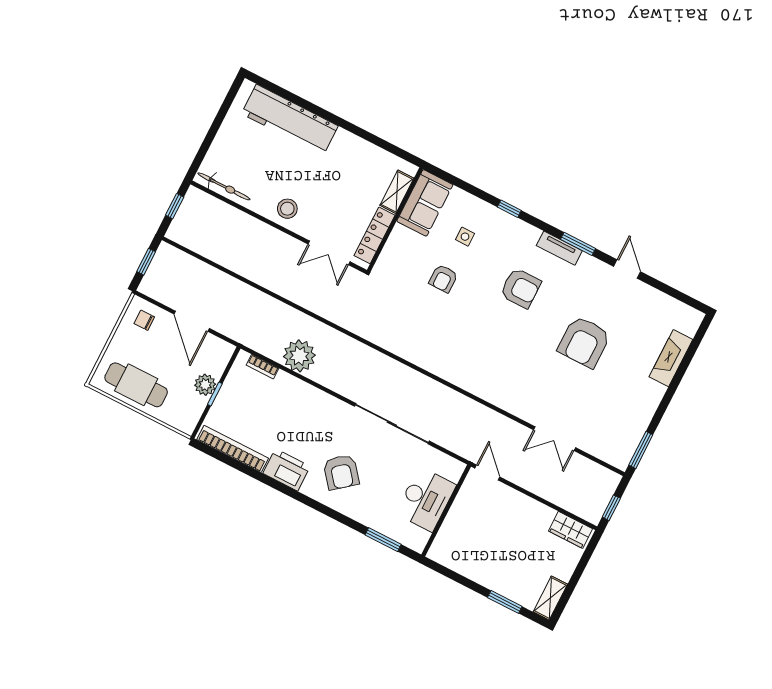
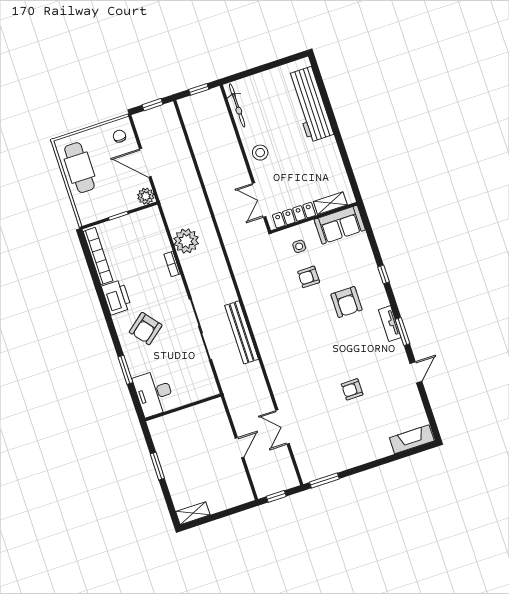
side table: (465, 237) -> (299, 246), moved
armchair: (521, 288) -> (347, 302), moved
door: (192, 321) -> (145, 163), hinge flipped
armchair: (584, 342) -> (352, 389), width x0.53, depth x0.53
fireplace: (671, 358) -> (412, 439), moved
bookcase: (263, 367) -> (172, 264), moved
plant: (205, 385) -> (146, 196), moved
bench: (432, 389) -> (242, 332), added
door: (487, 473) -> (240, 448), moved
desk: (426, 499) -> (154, 393), moved, turned 90
wardrobe: (571, 530) -> (241, 486), removed
window: (383, 540) -> (125, 370), moved
window: (505, 602) -> (157, 466), moved

